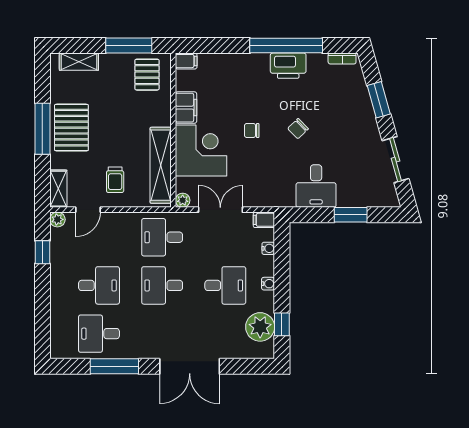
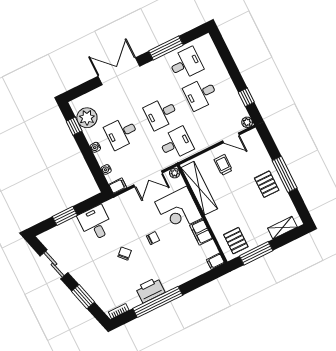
pallet: (71, 128) -> (267, 184), width x0.67, depth x0.71
shelving: (58, 189) -> (256, 142), removed
door: (88, 210) -> (231, 138), swing flipped
desk: (162, 285) -> (161, 113), turned 180

